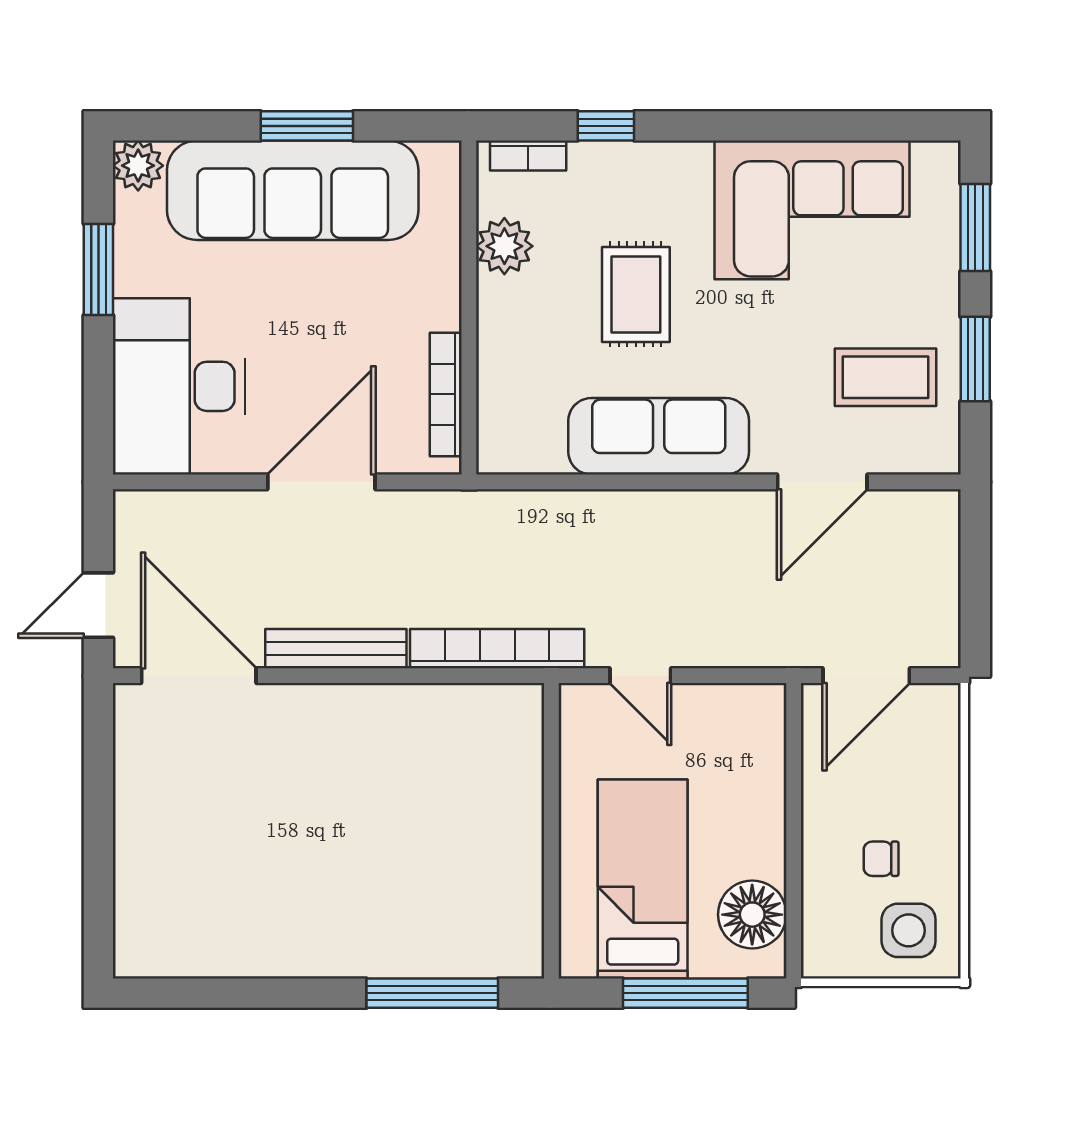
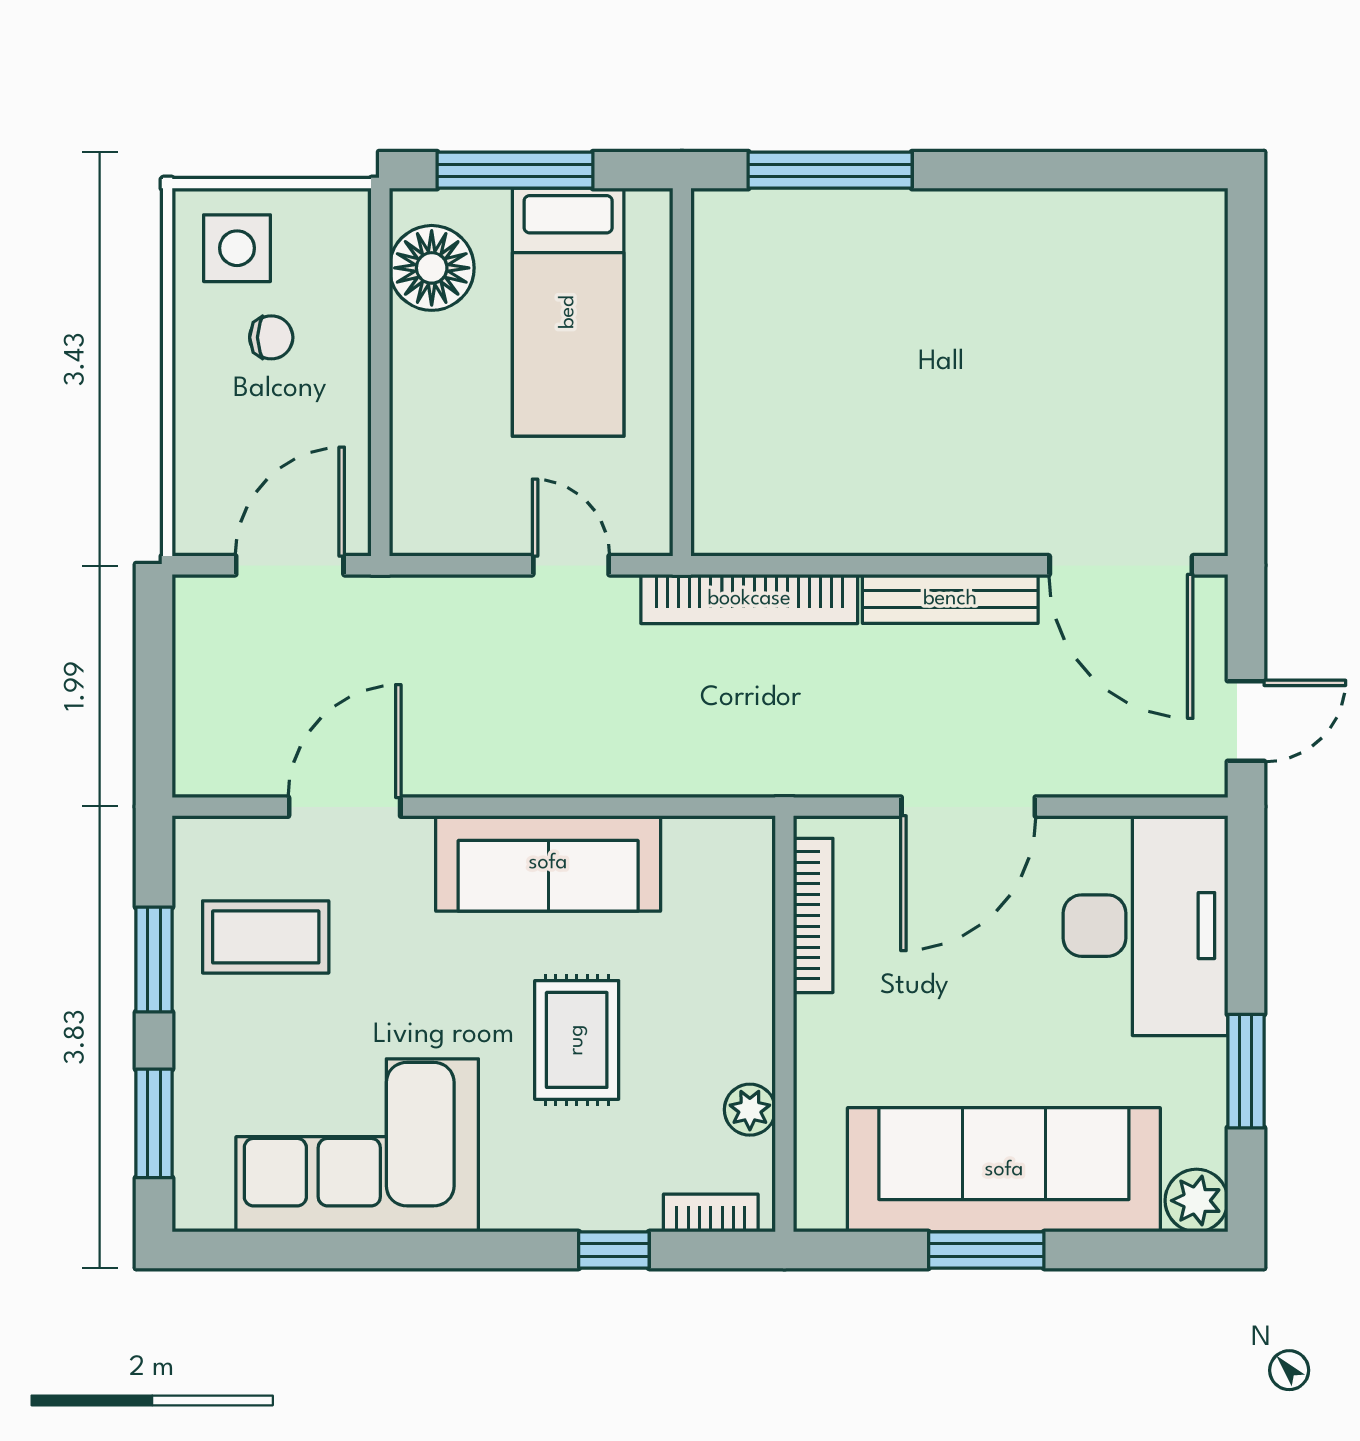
plant: (504, 246) -> (750, 1110), width x0.73, depth x0.73
door: (98, 605) -> (1246, 721), moved

